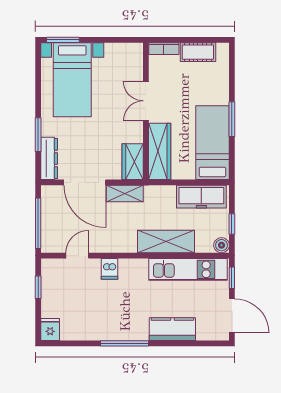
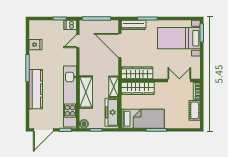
double door: (146, 101) -> (179, 81), moved
wardrobe: (133, 162) -> (137, 73), width x1.50
door: (85, 182) -> (120, 45), hinge flipped
shelving: (125, 194) -> (114, 87), moved
door: (77, 256) -> (78, 41), swing flipped
dishwasher: (109, 269) -> (70, 25), moved
kitchen unit: (188, 269) -> (70, 97), width x1.36
kitchen counter: (172, 329) -> (36, 89), width x1.50
fridge: (50, 330) -> (35, 45), moved

